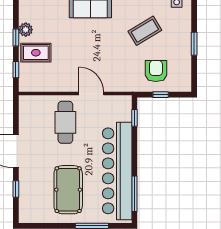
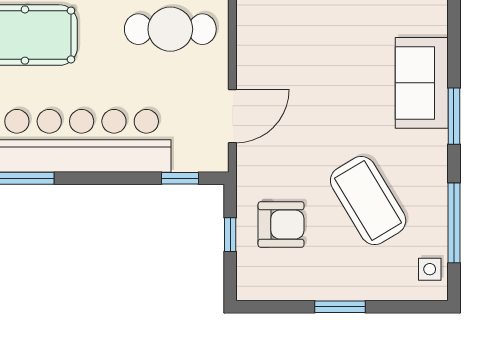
coffee table: (145, 31) -> (368, 201), width x1.36, depth x1.32
door: (91, 94) -> (232, 116), moved

